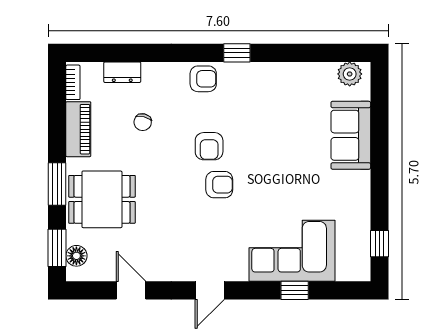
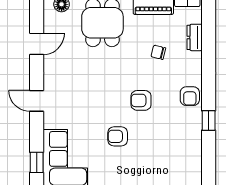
armchair: (219, 185) -> (118, 136), moved, turned 90

